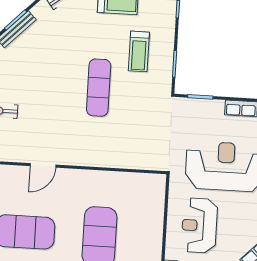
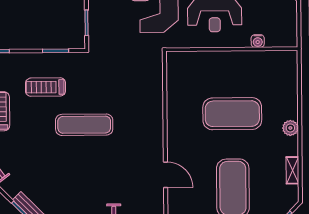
treadmill: (139, 51) -> (46, 87), turned 180

